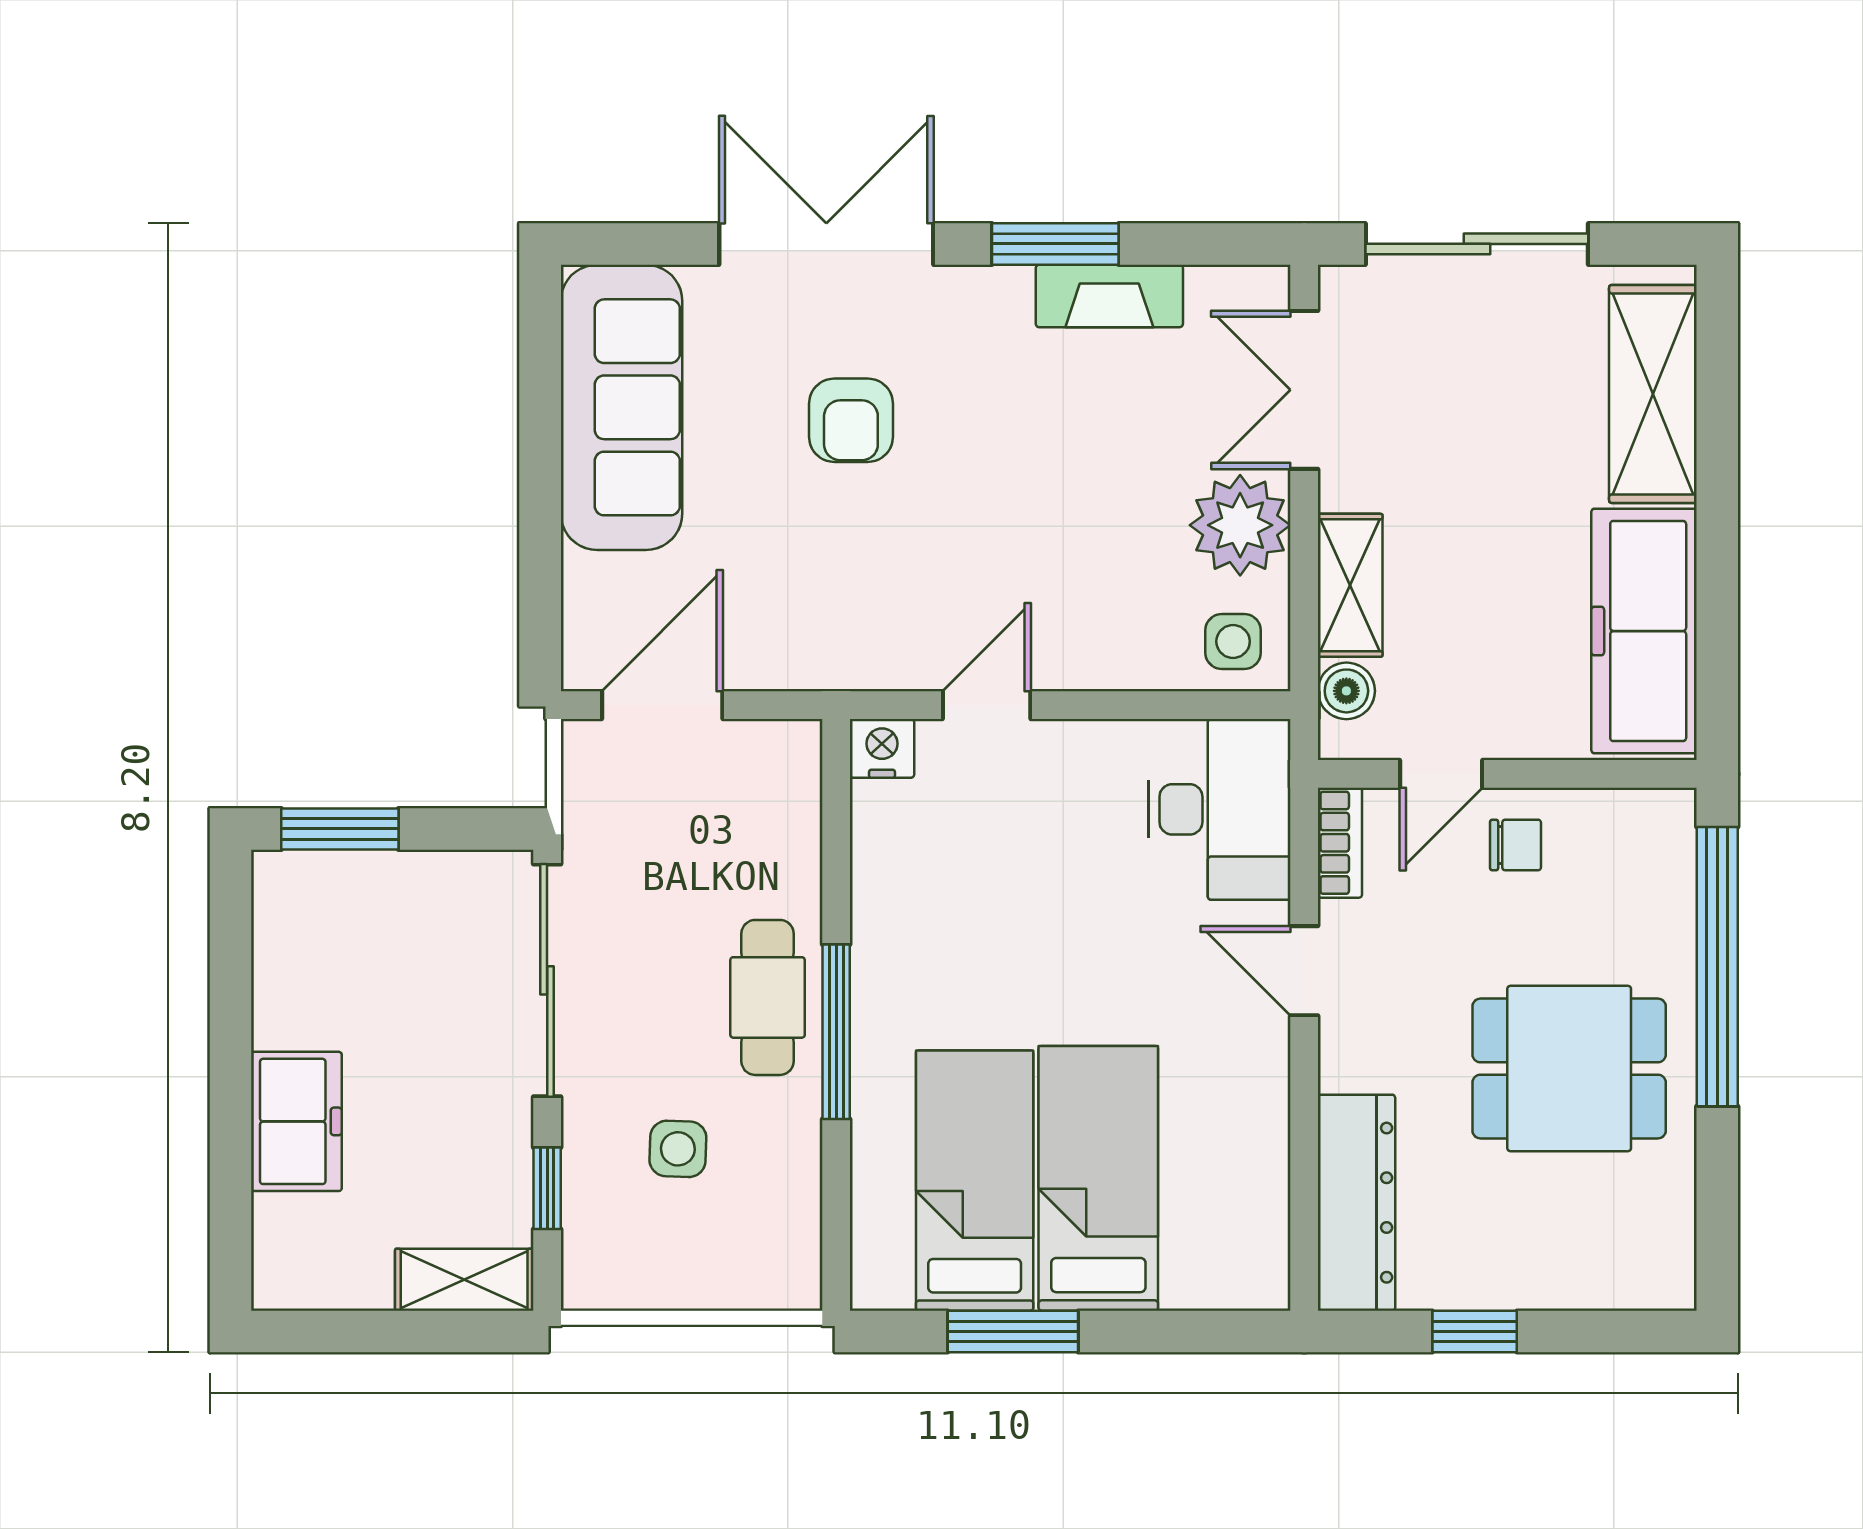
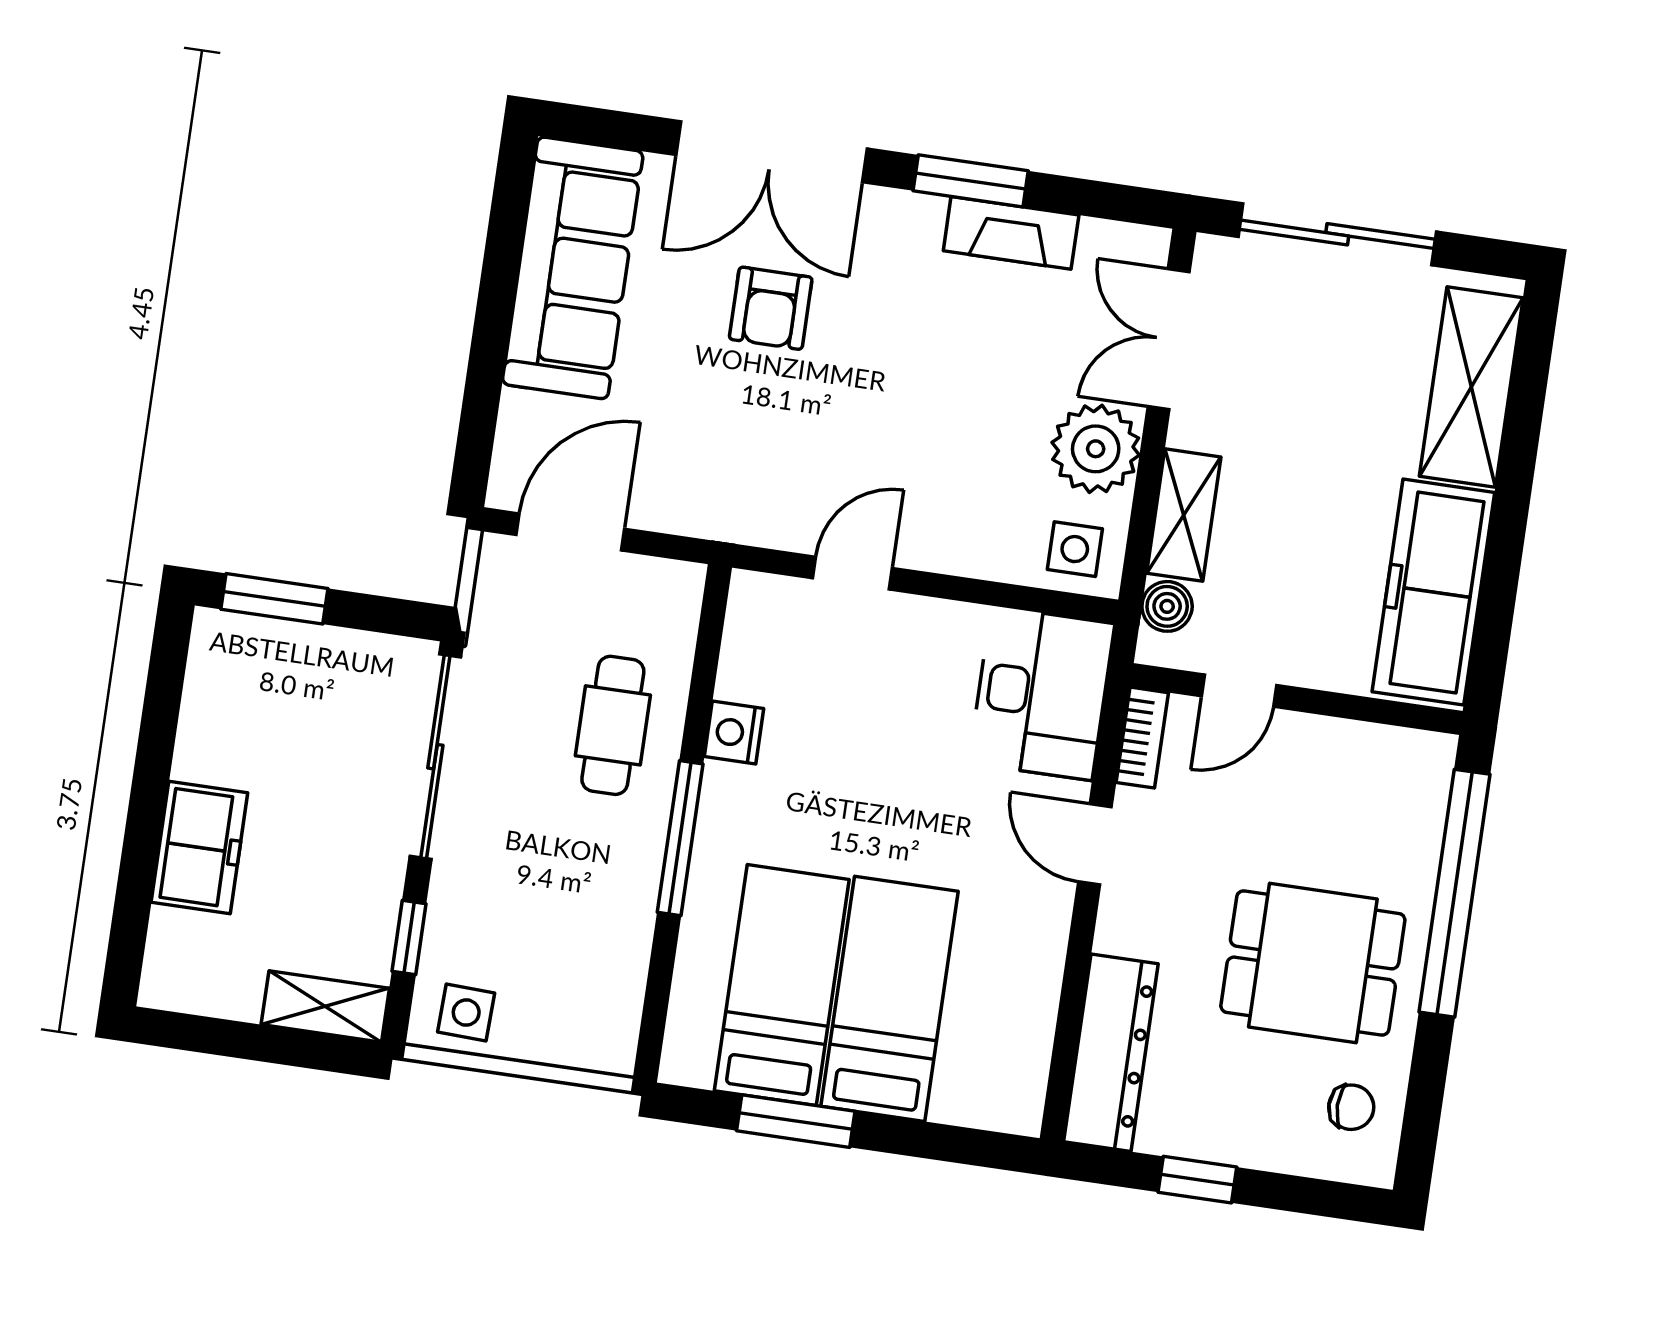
double door: (826, 244) -> (772, 152), swing flipped
nightstand: (882, 748) -> (734, 733), moved, turned -90
chair: (1515, 845) -> (1351, 1107), moved
cafe table: (768, 997) -> (613, 725), moved
side table: (678, 1149) -> (466, 1013), moved

